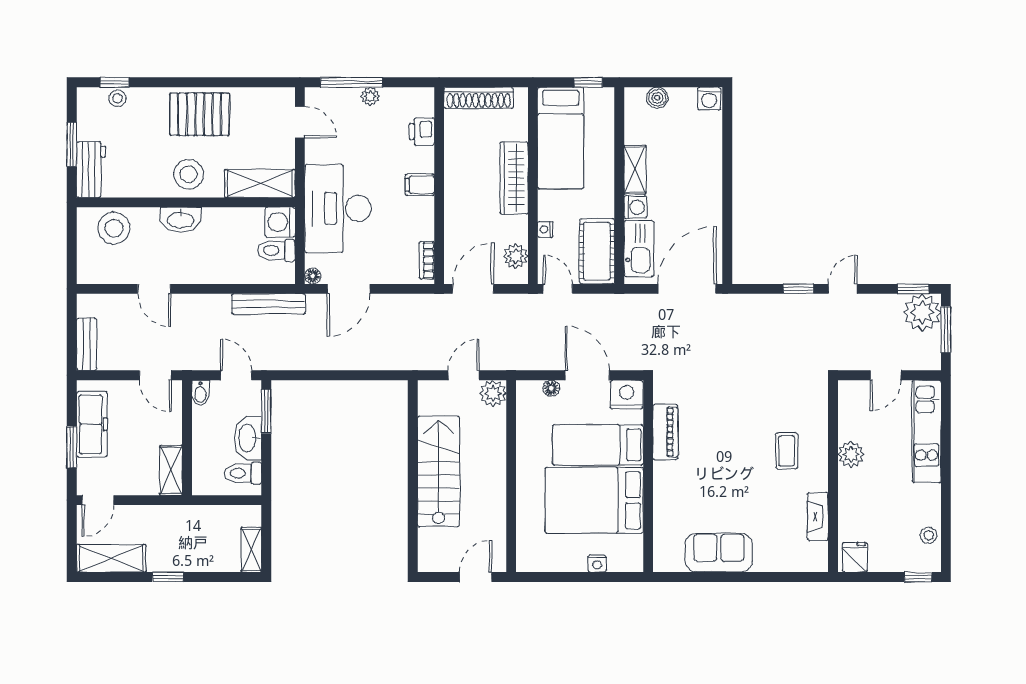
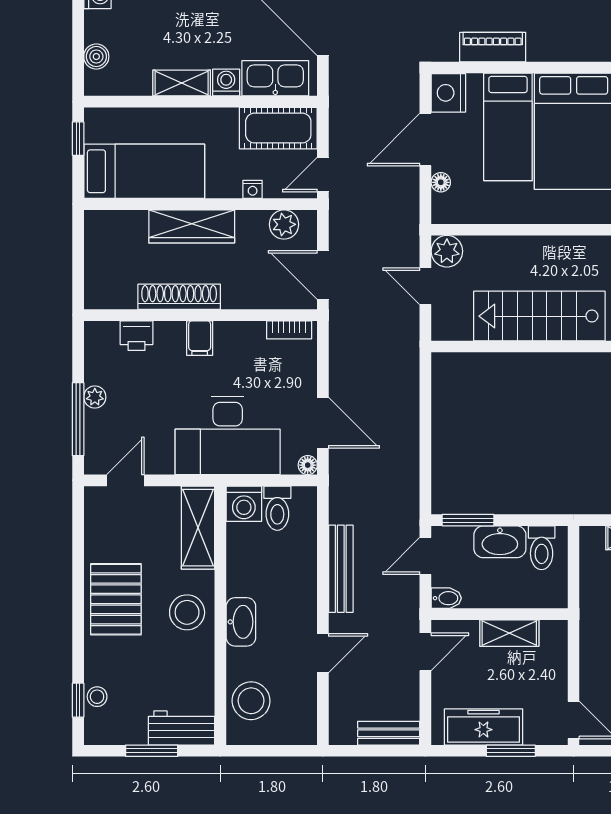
shoe rack: (479, 98) -> (179, 297), moved, turned -90
bench: (268, 304) -> (341, 569), moved
shelving: (171, 470) -> (509, 633), moved

